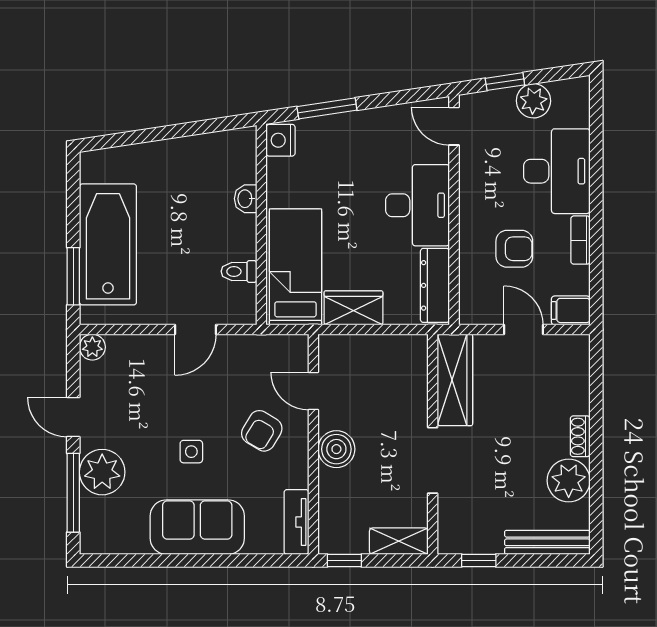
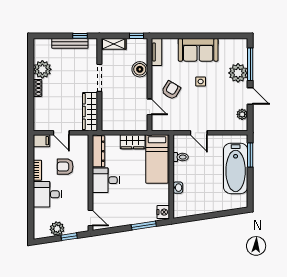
desk: (557, 171) -> (47, 194), width x0.73
desk: (417, 205) -> (106, 180), width x0.73
door: (196, 330) -> (199, 133), swing flipped
plant: (92, 347) -> (242, 114), moved
boiler: (336, 449) -> (140, 69), moved
bench: (547, 542) -> (70, 43), moved

